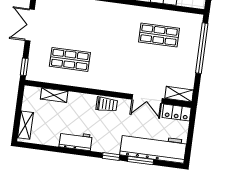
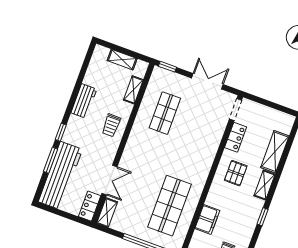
shop shelf: (159, 35) -> (169, 206), width x1.43, depth x1.36
double door: (147, 99) -> (109, 180), swing flipped
trolley: (107, 104) -> (111, 125), moved
shelving: (25, 125) -> (122, 60), moved

